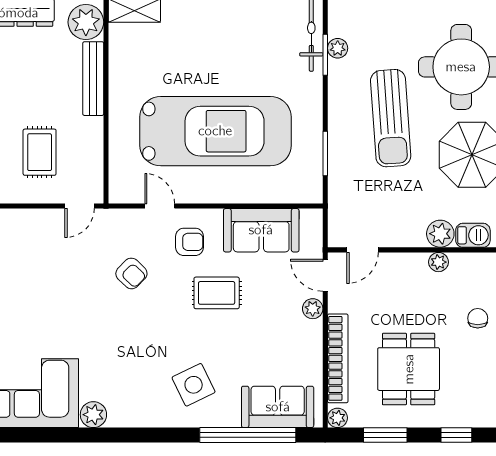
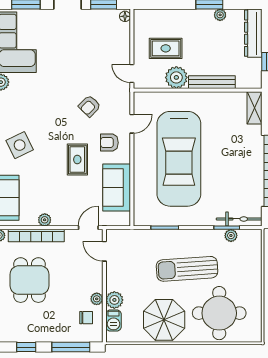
plant: (86, 22) -> (176, 77), moved
armchair: (190, 242) -> (109, 143), turned 90
plant: (313, 309) -> (45, 220), moved
chair: (478, 318) -> (86, 318), moved
dining table: (409, 369) -> (30, 280), turned 90

